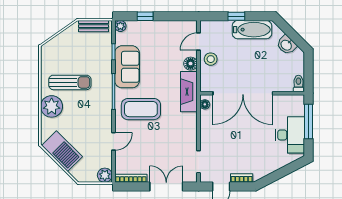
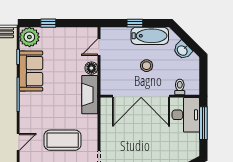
plant: (120, 26) -> (29, 37), width x1.88, depth x1.88
stool: (211, 59) -> (147, 66), moved
toilet: (298, 83) -> (180, 87), moved
floor lamp: (205, 104) -> (105, 107), removed
coffee table: (141, 109) -> (63, 140), moved
desk: (290, 135) -> (186, 115), moved

